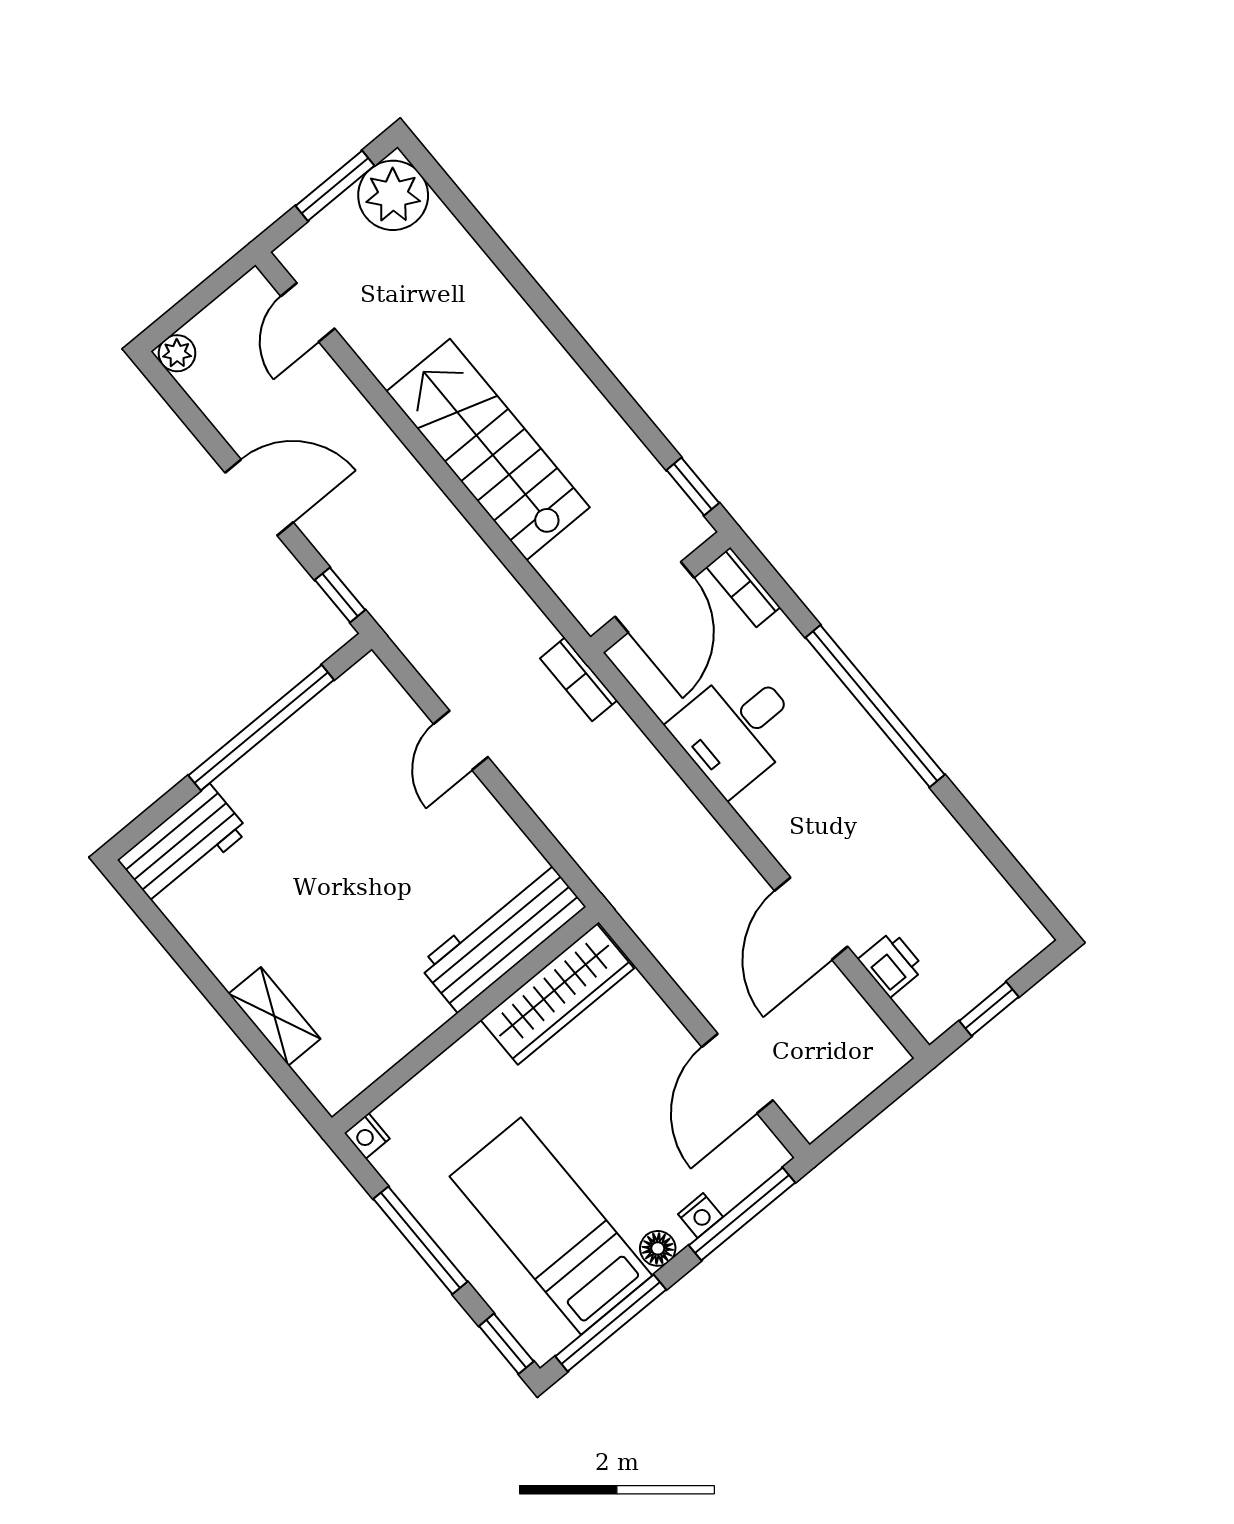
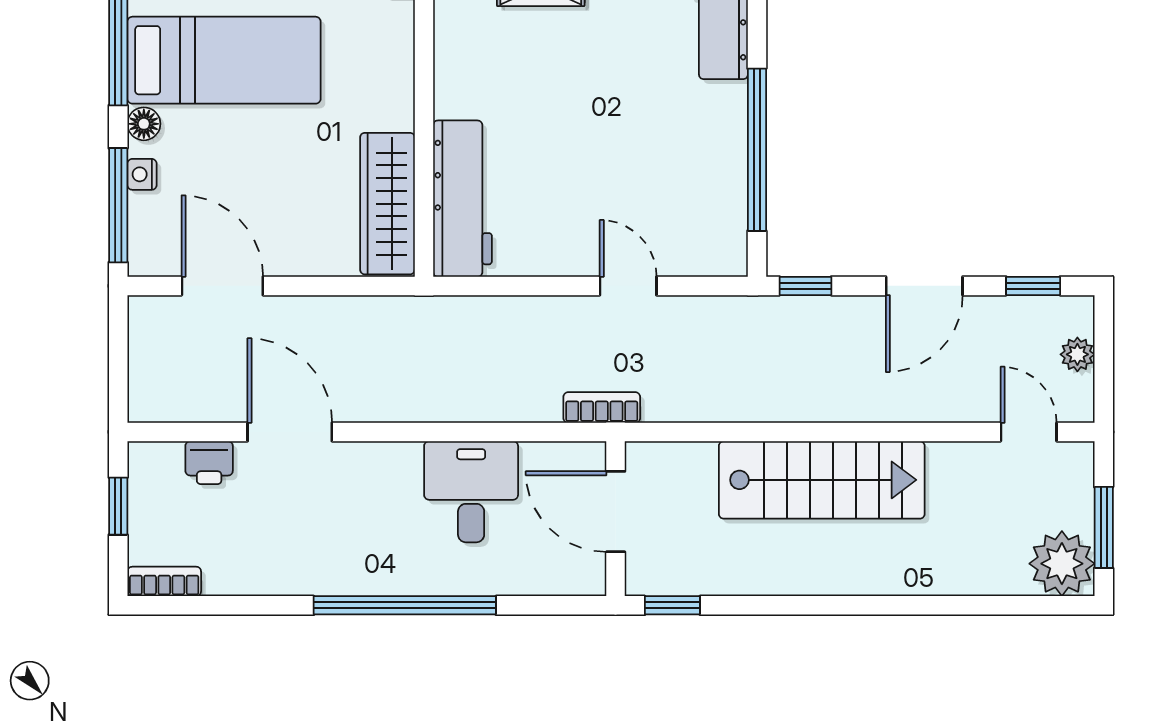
plant: (177, 353) -> (1077, 354), moved
window: (185, 408) -> (1033, 286), added
bookcase: (743, 587) -> (164, 581), moved

